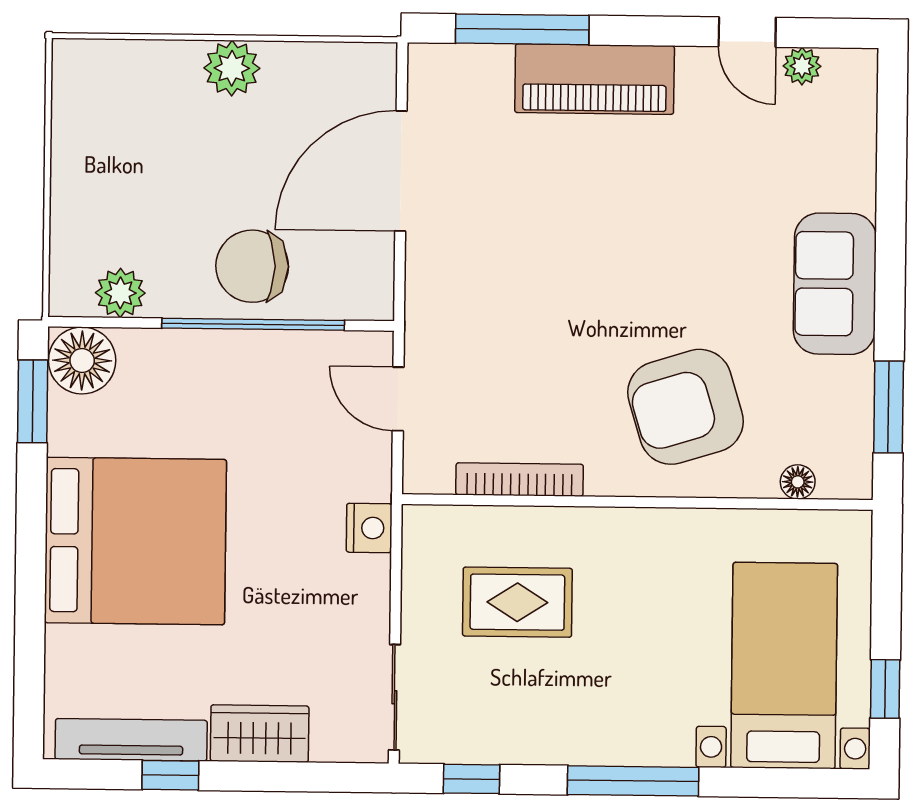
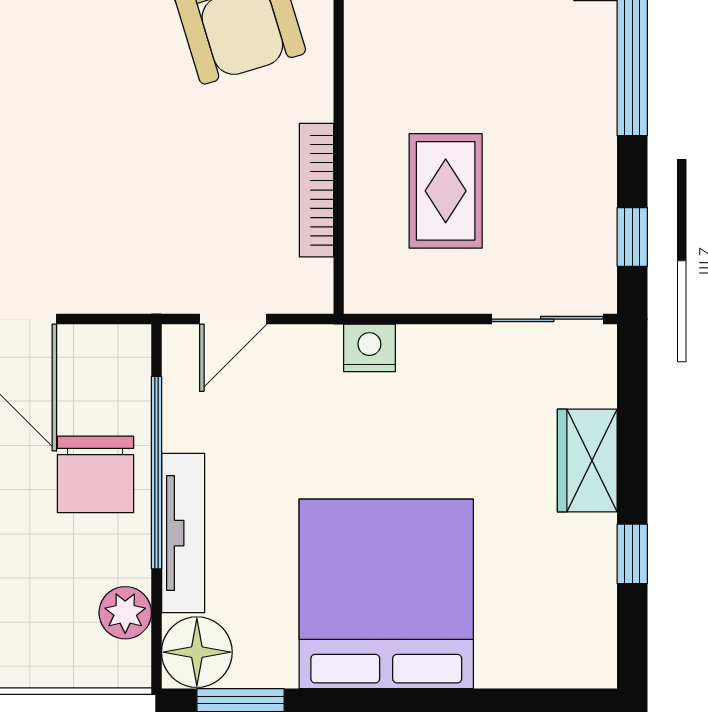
tv unit: (131, 740) -> (183, 533), moved, turned 180

